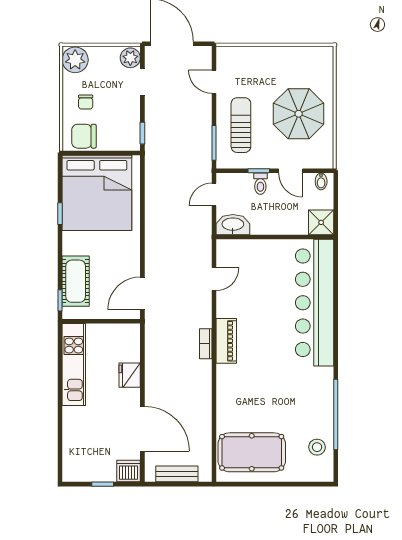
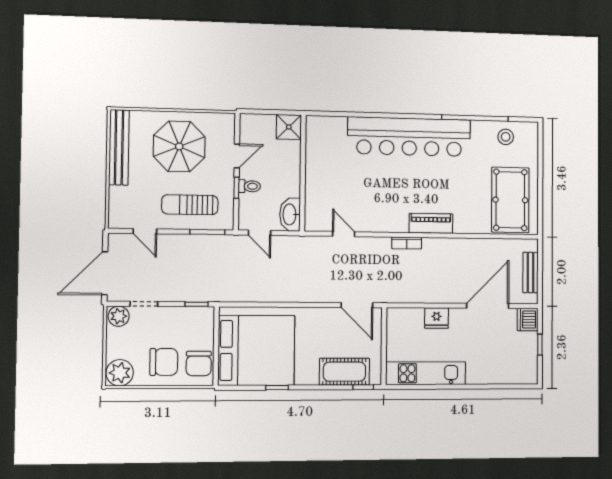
bench: (296, 55) -> (119, 147), added
door: (214, 82) -> (145, 231), hinge flipped
chair: (86, 102) -> (164, 362), width x1.87, depth x1.87
bidet: (321, 181) -> (248, 126), removed
bar counter: (315, 303) -> (409, 137), moved
piano: (226, 341) -> (431, 223), moved

